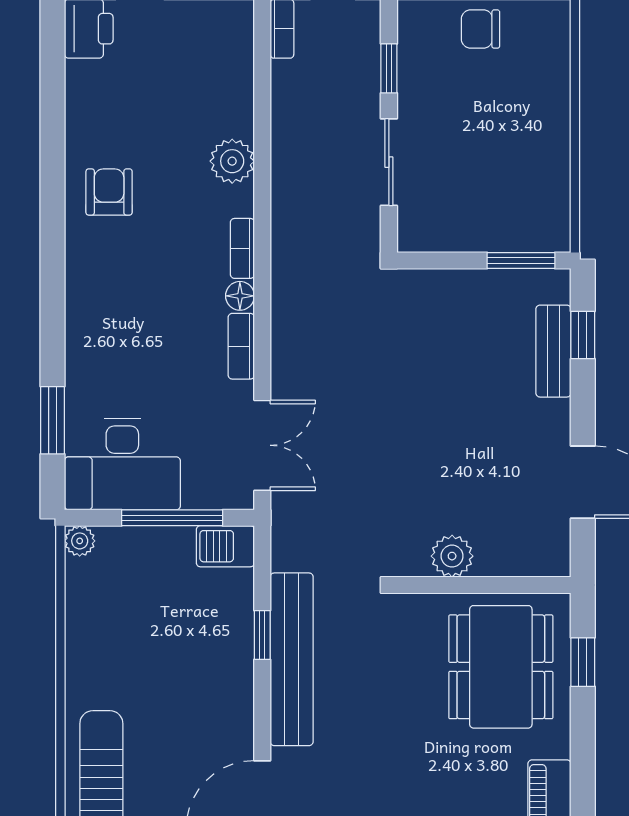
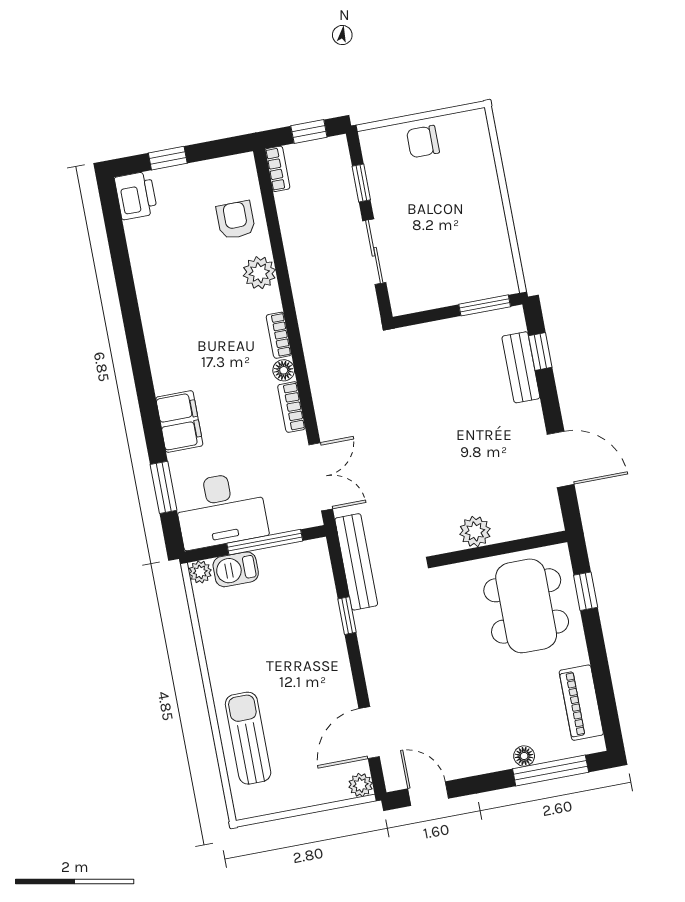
armchair: (109, 192) -> (236, 220), moved
filing cabinet: (90, 337) -> (179, 421), added
barbecue: (225, 546) -> (236, 569), moved
bench: (292, 659) -> (356, 562), moved, width x0.73, depth x0.82

